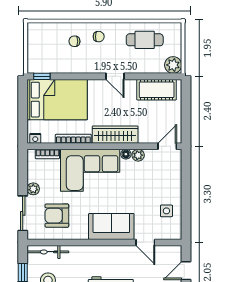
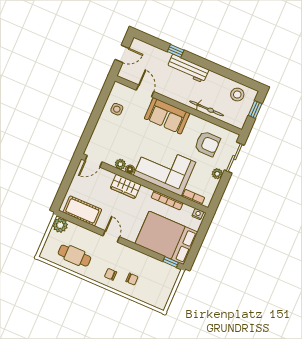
wardrobe: (115, 135) -> (126, 186), width x0.67
bicycle: (48, 252) -> (207, 108), moved

